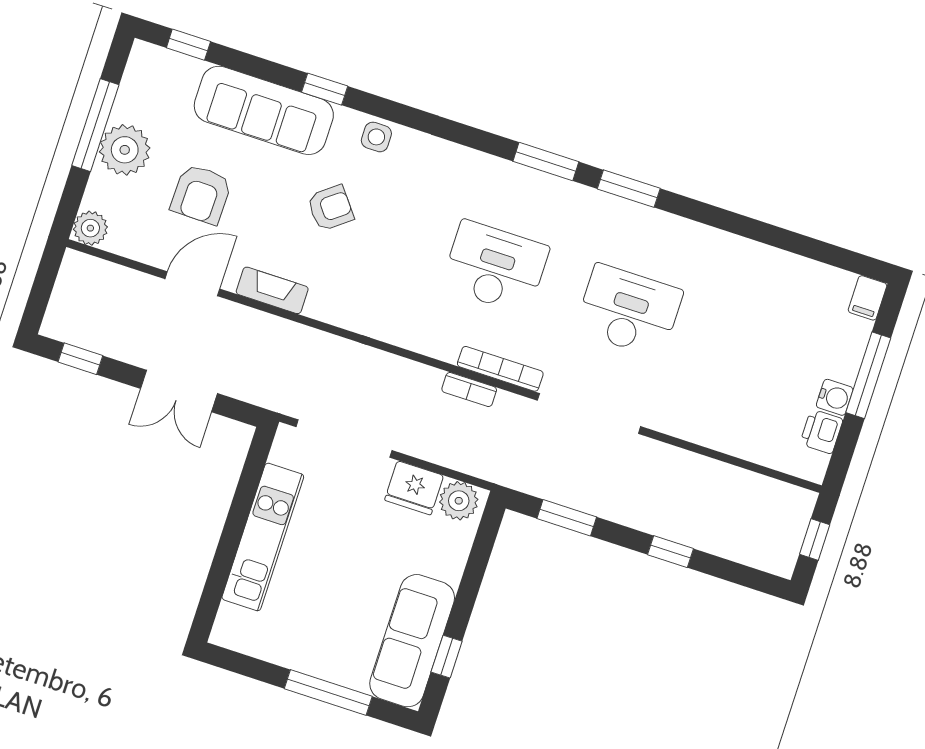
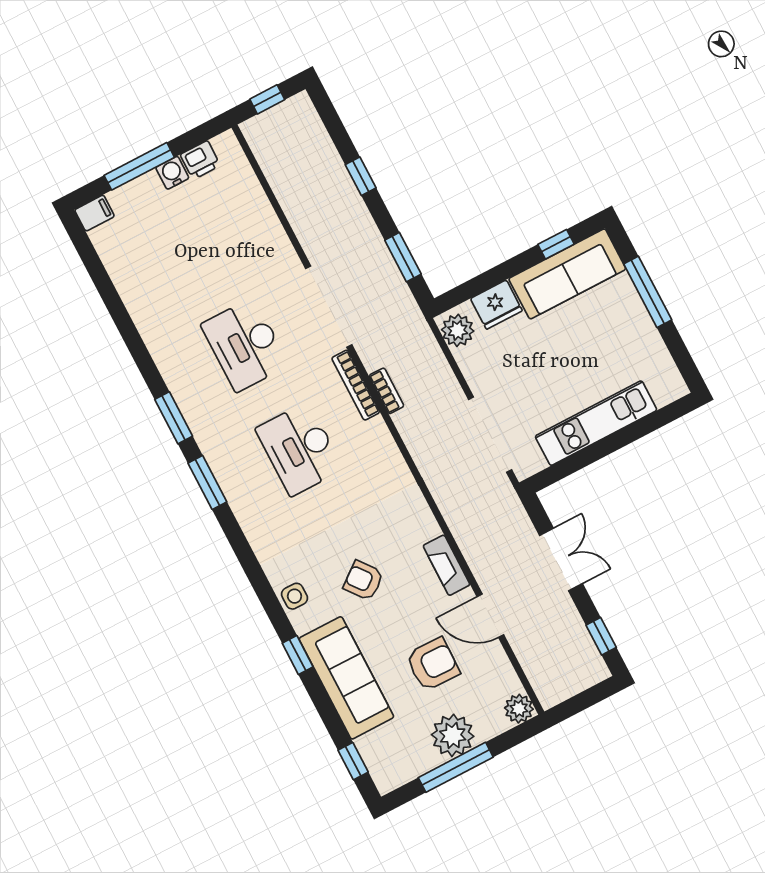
fridge: (414, 488) -> (496, 305), moved, turned 90

